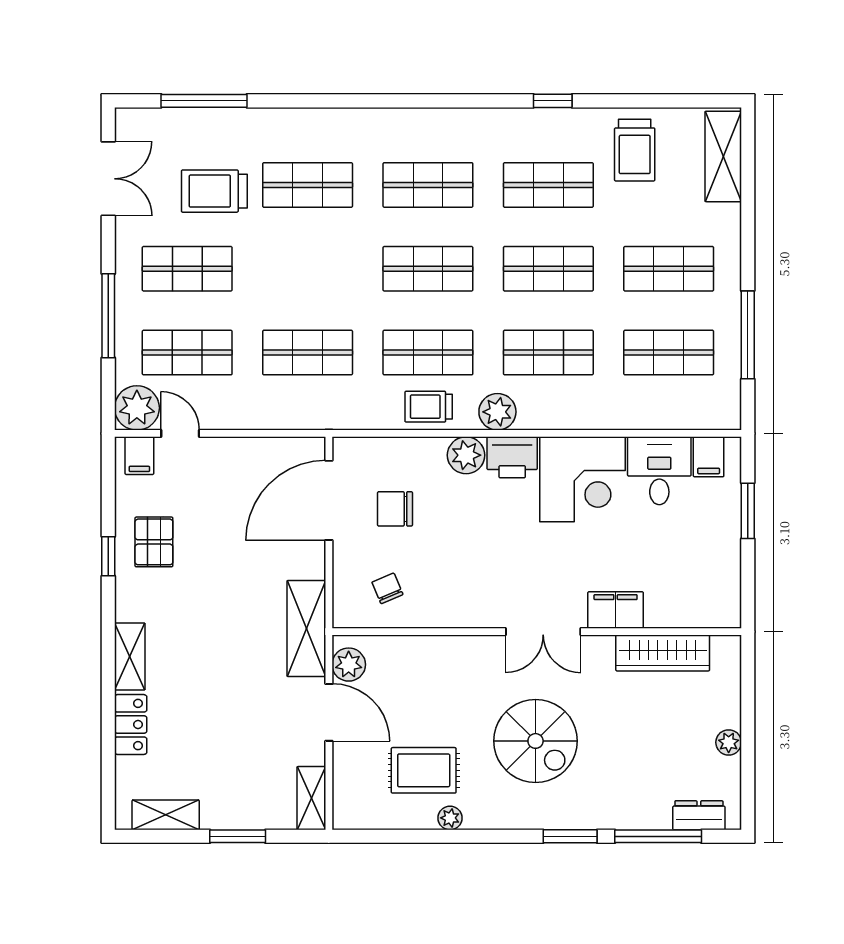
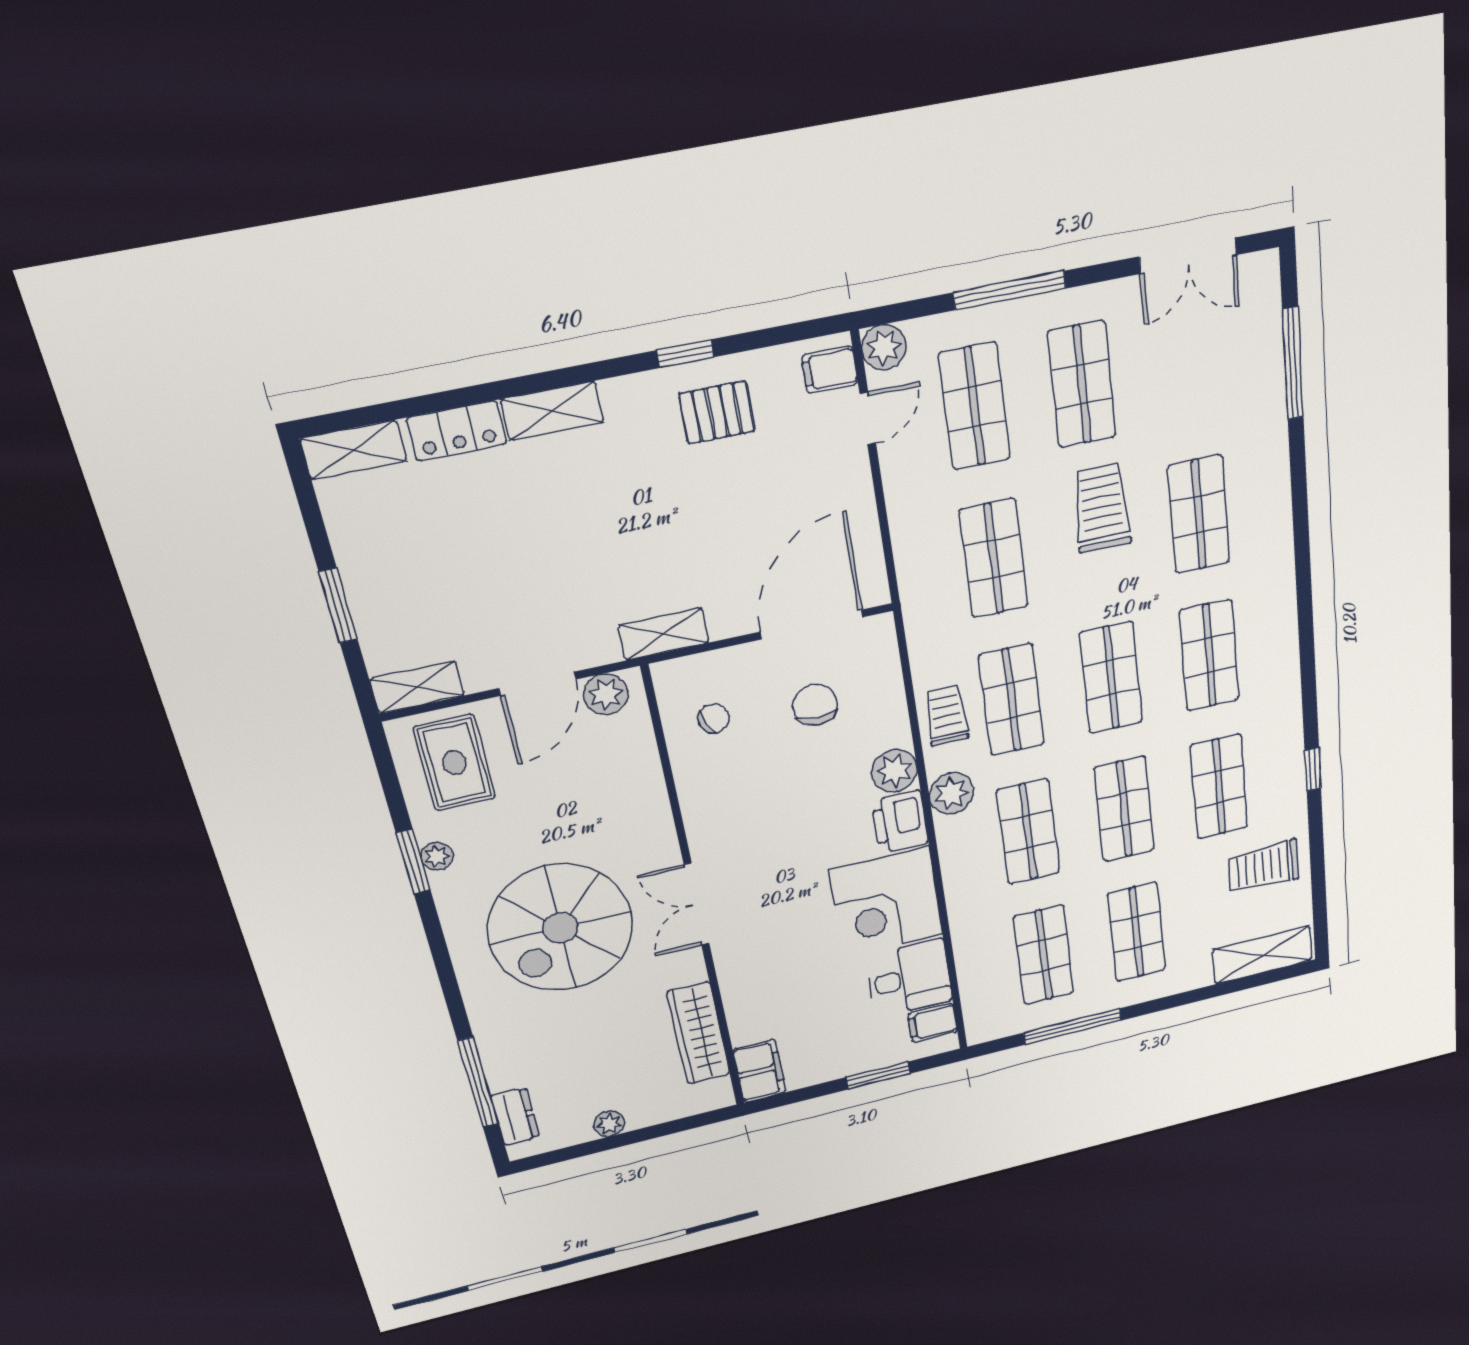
trolley: (214, 191) -> (1102, 508), moved
plant: (137, 408) -> (884, 347), width x0.73, depth x0.73
door: (329, 500) -> (812, 624), hinge flipped
filing cabinet: (616, 610) -> (759, 1071), moved
shelving: (306, 629) -> (664, 634), width x0.67, depth x0.75
spiral stairs: (536, 741) -> (560, 928), width x1.37, depth x1.37
rug: (424, 770) -> (455, 763), moved
shelving: (166, 815) -> (353, 450), moved, turned 90
window: (570, 836) -> (413, 862), moved

